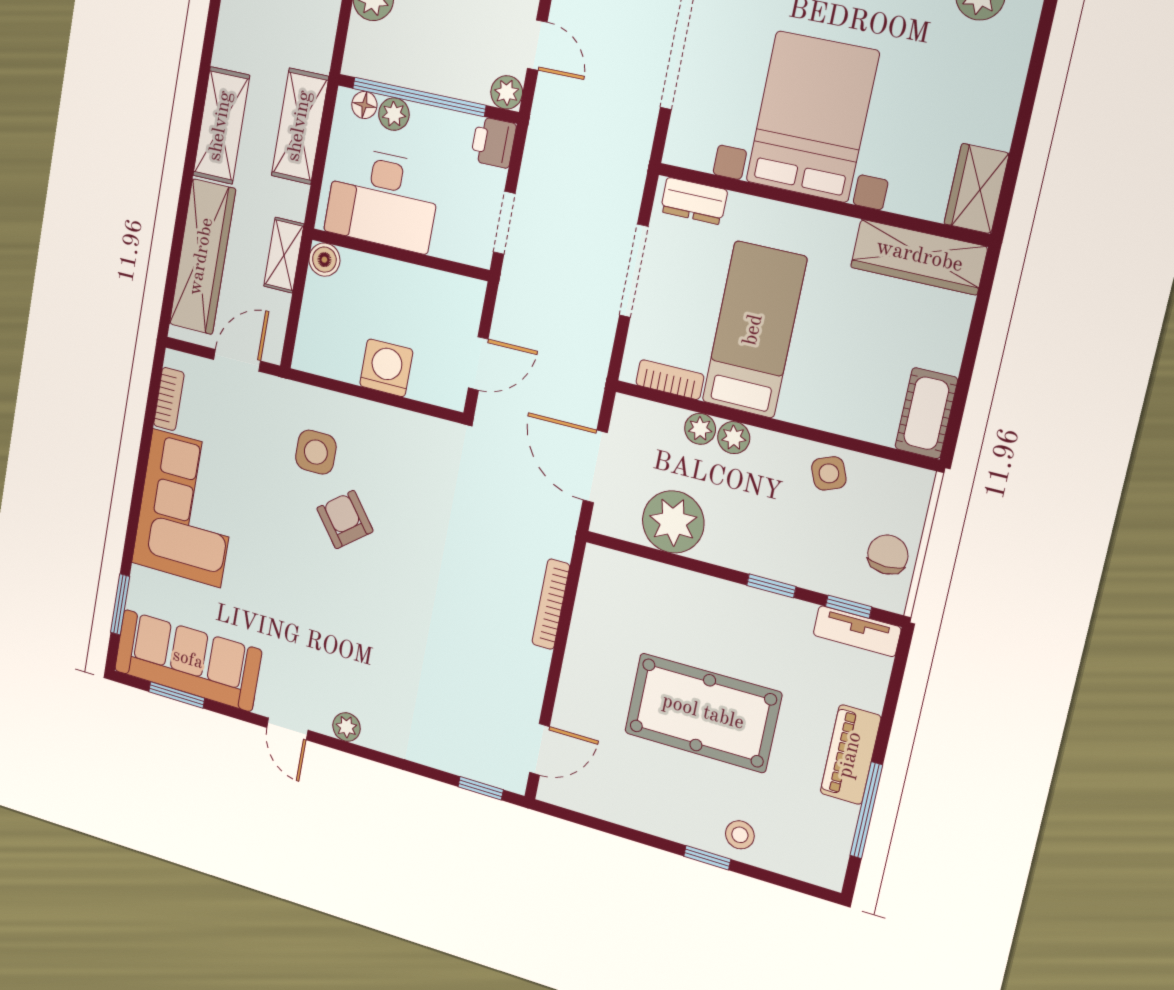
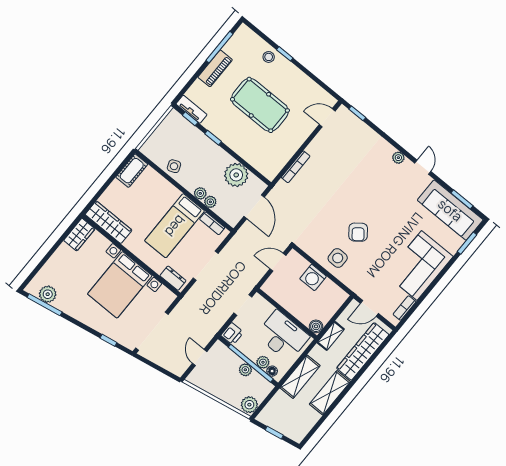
plant: (507, 92) -> (245, 370), moved
side table: (316, 452) -> (338, 258), moved
chair: (888, 555) -> (168, 130), removed

